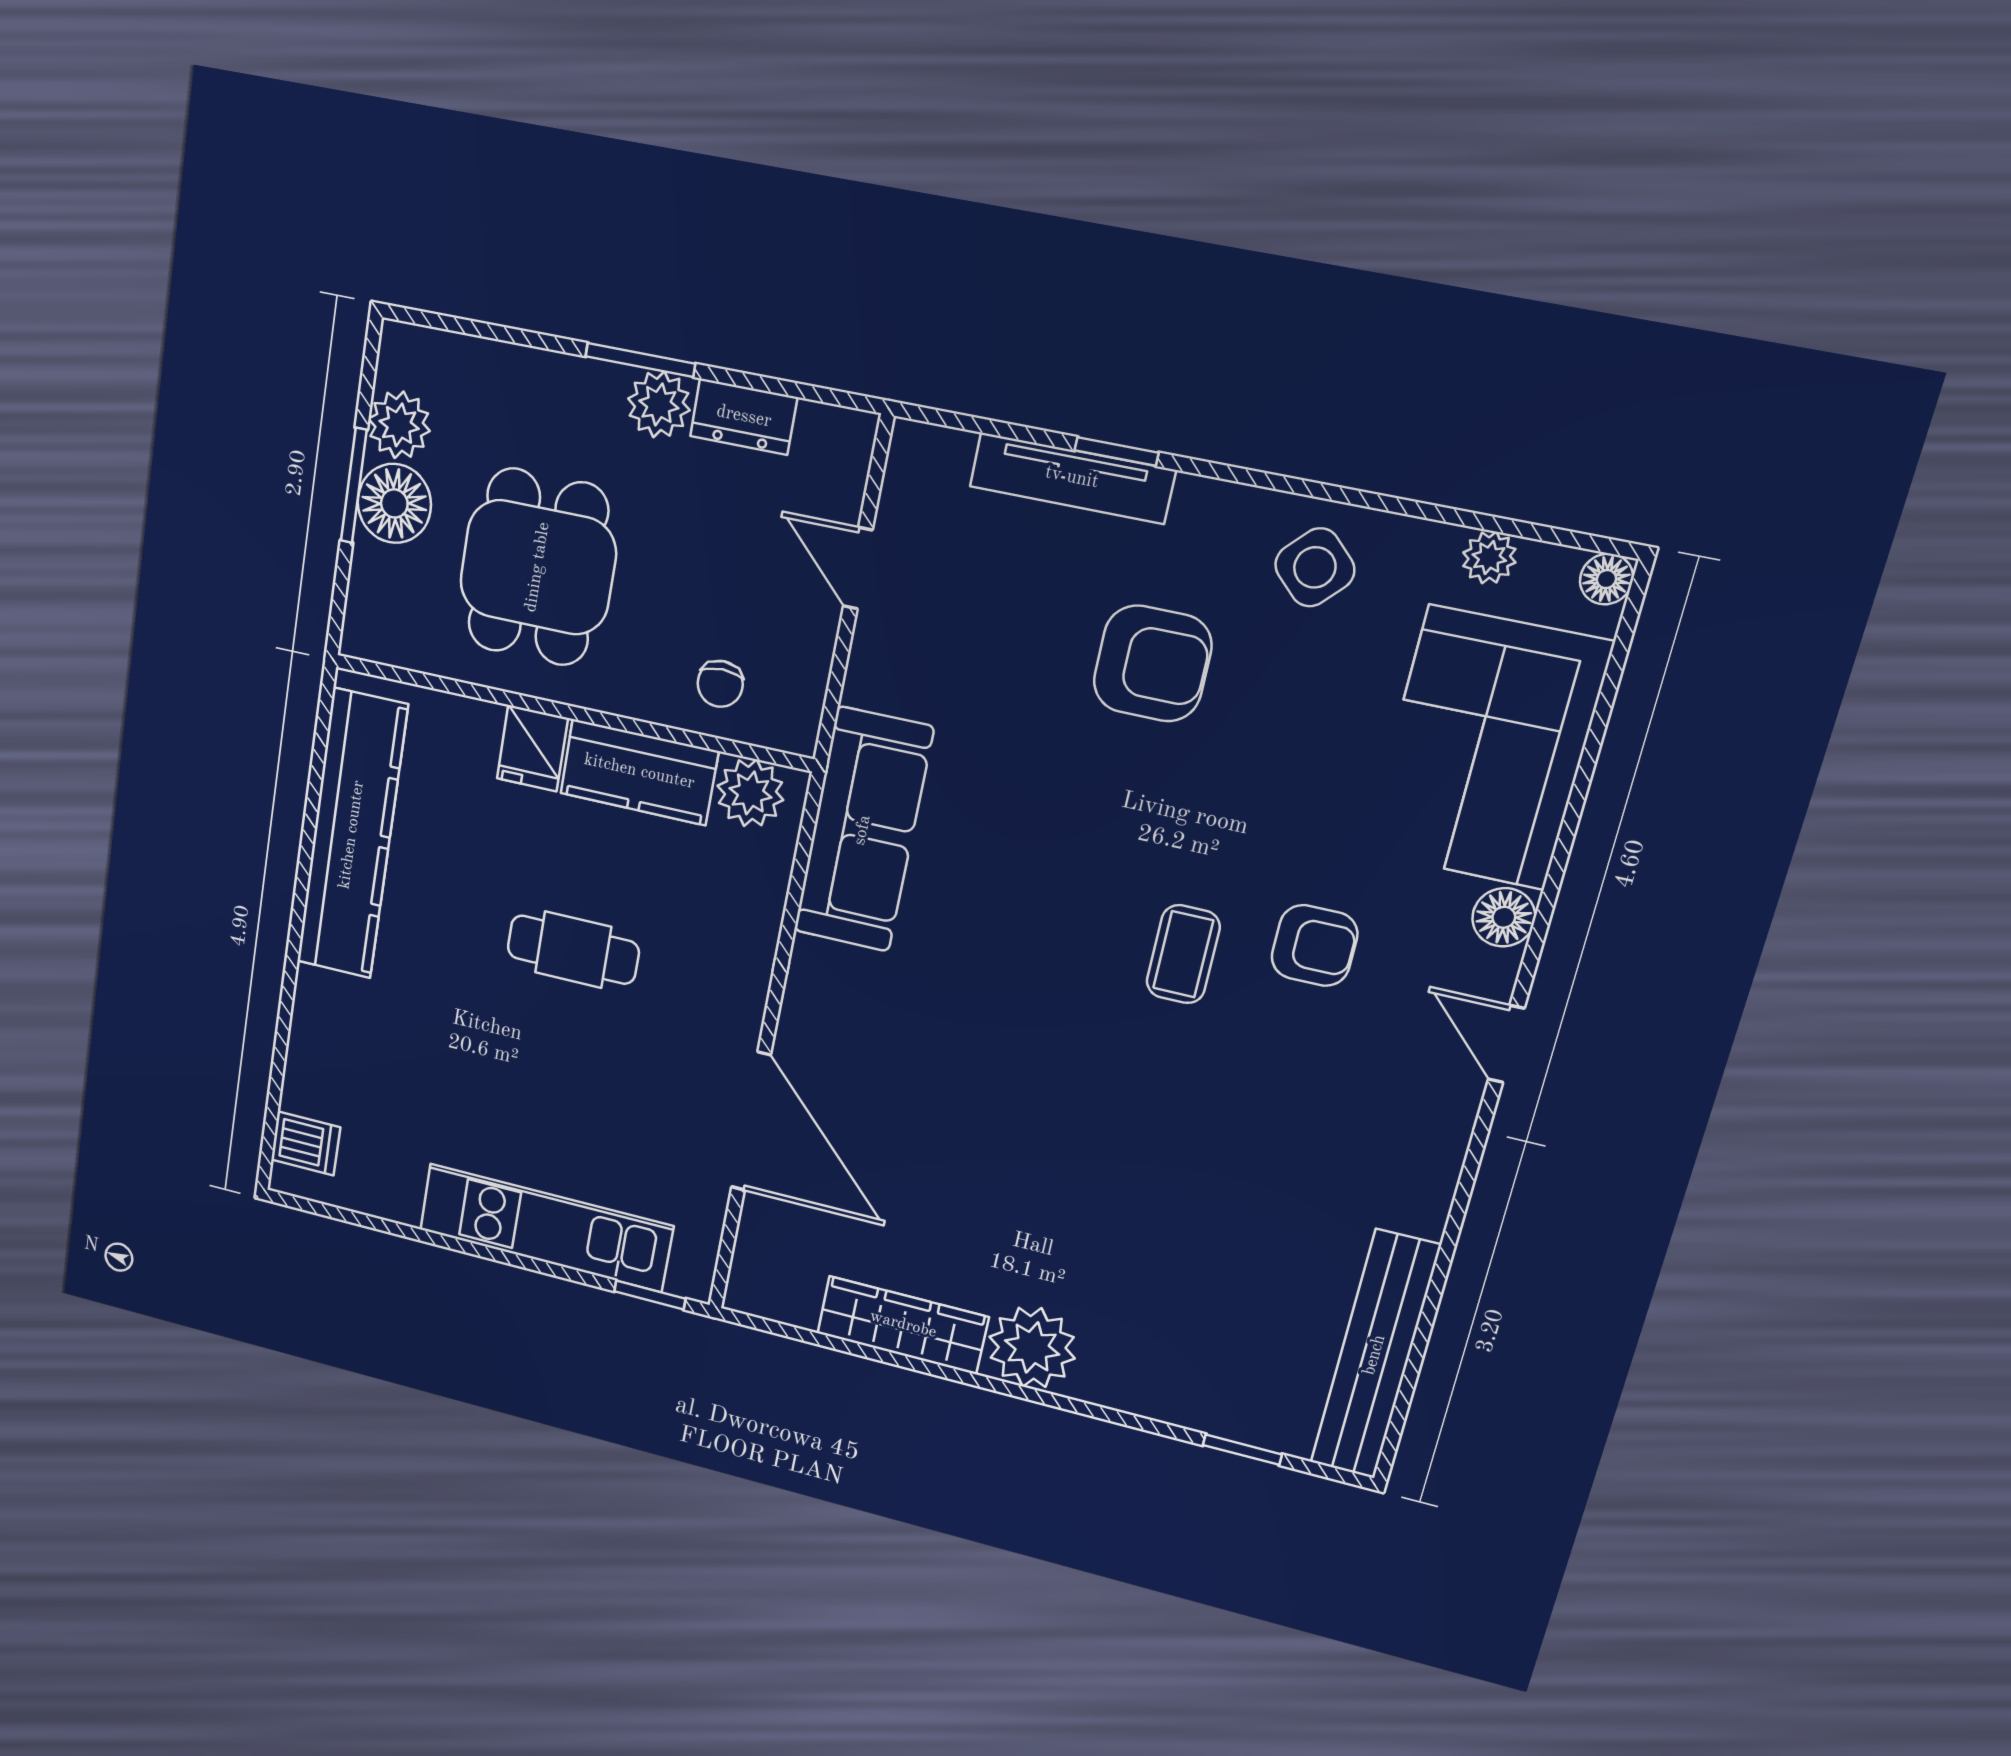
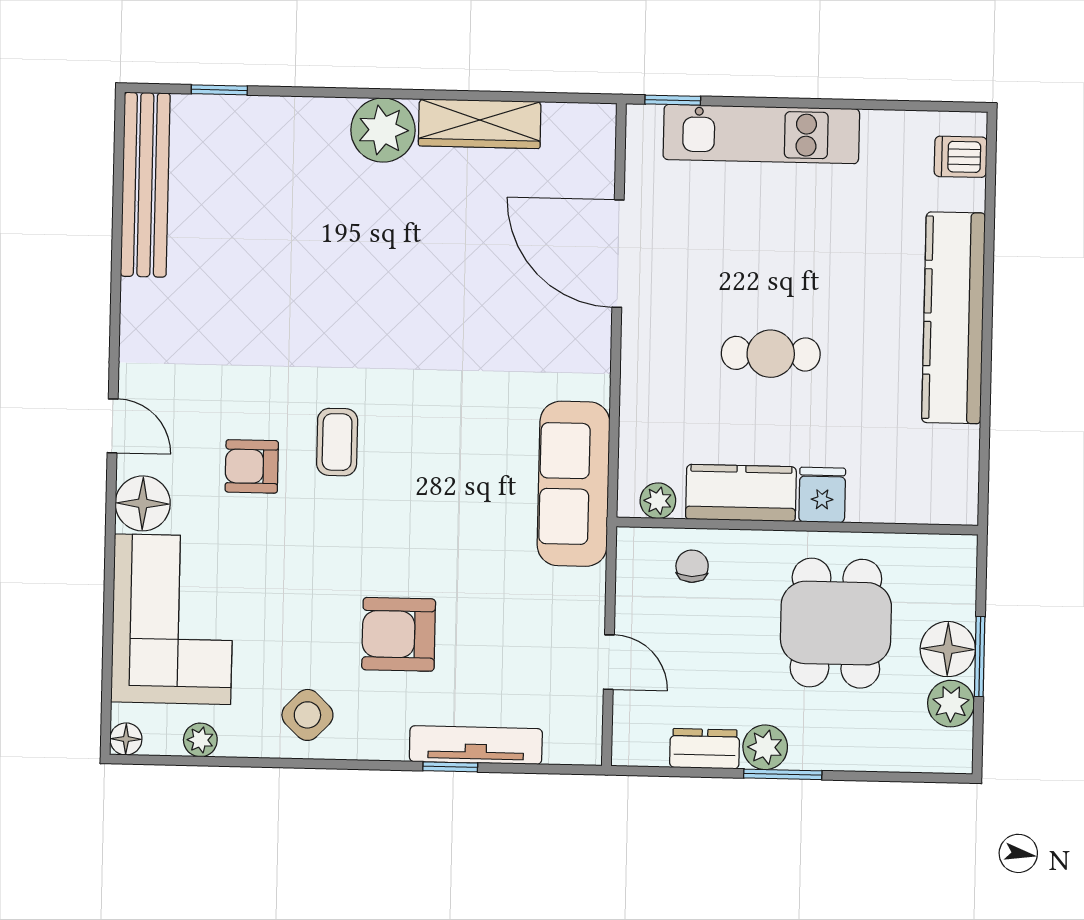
plant: (750, 793) -> (658, 501), width x0.73, depth x0.73
kitchen counter: (352, 835) -> (953, 318), moved
floor lamp: (1504, 917) -> (143, 503), width x1.38, depth x1.38

